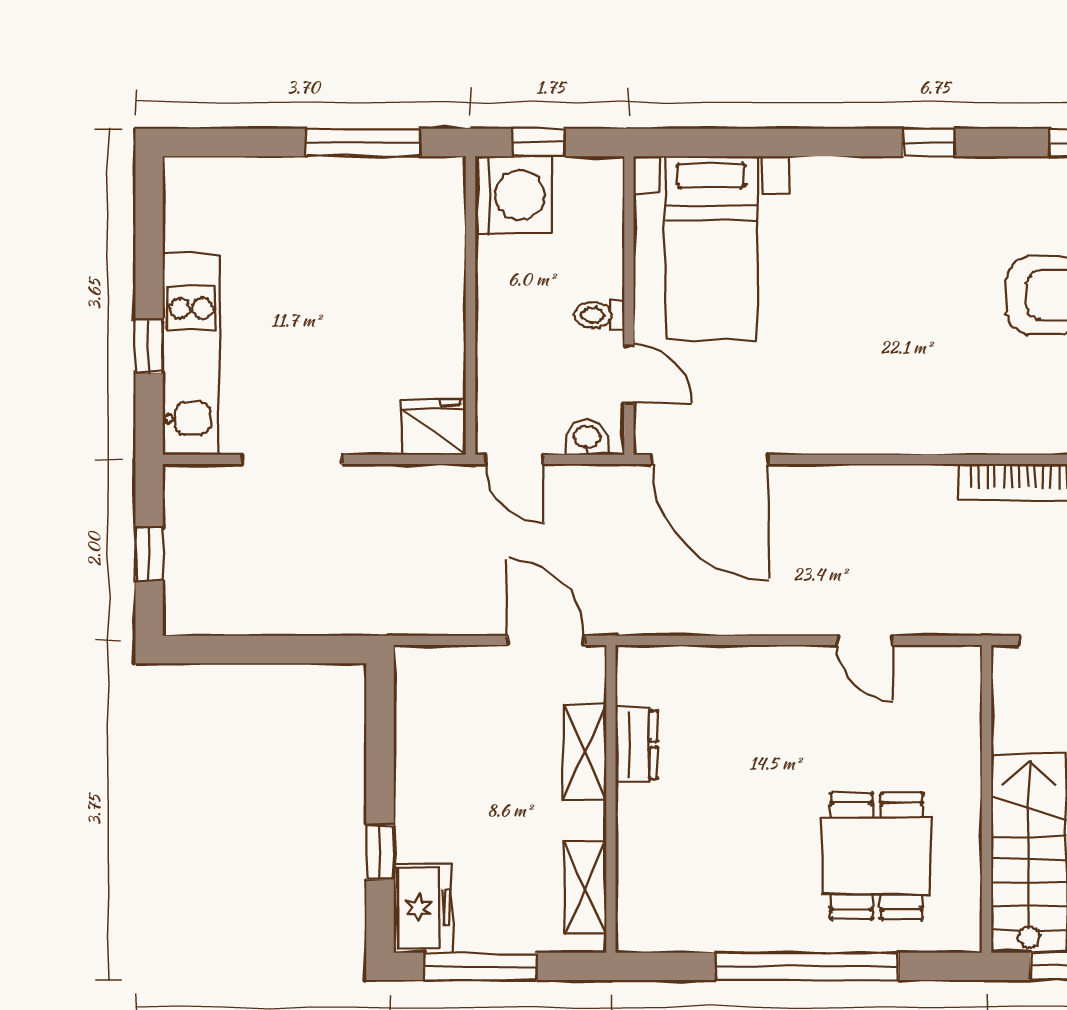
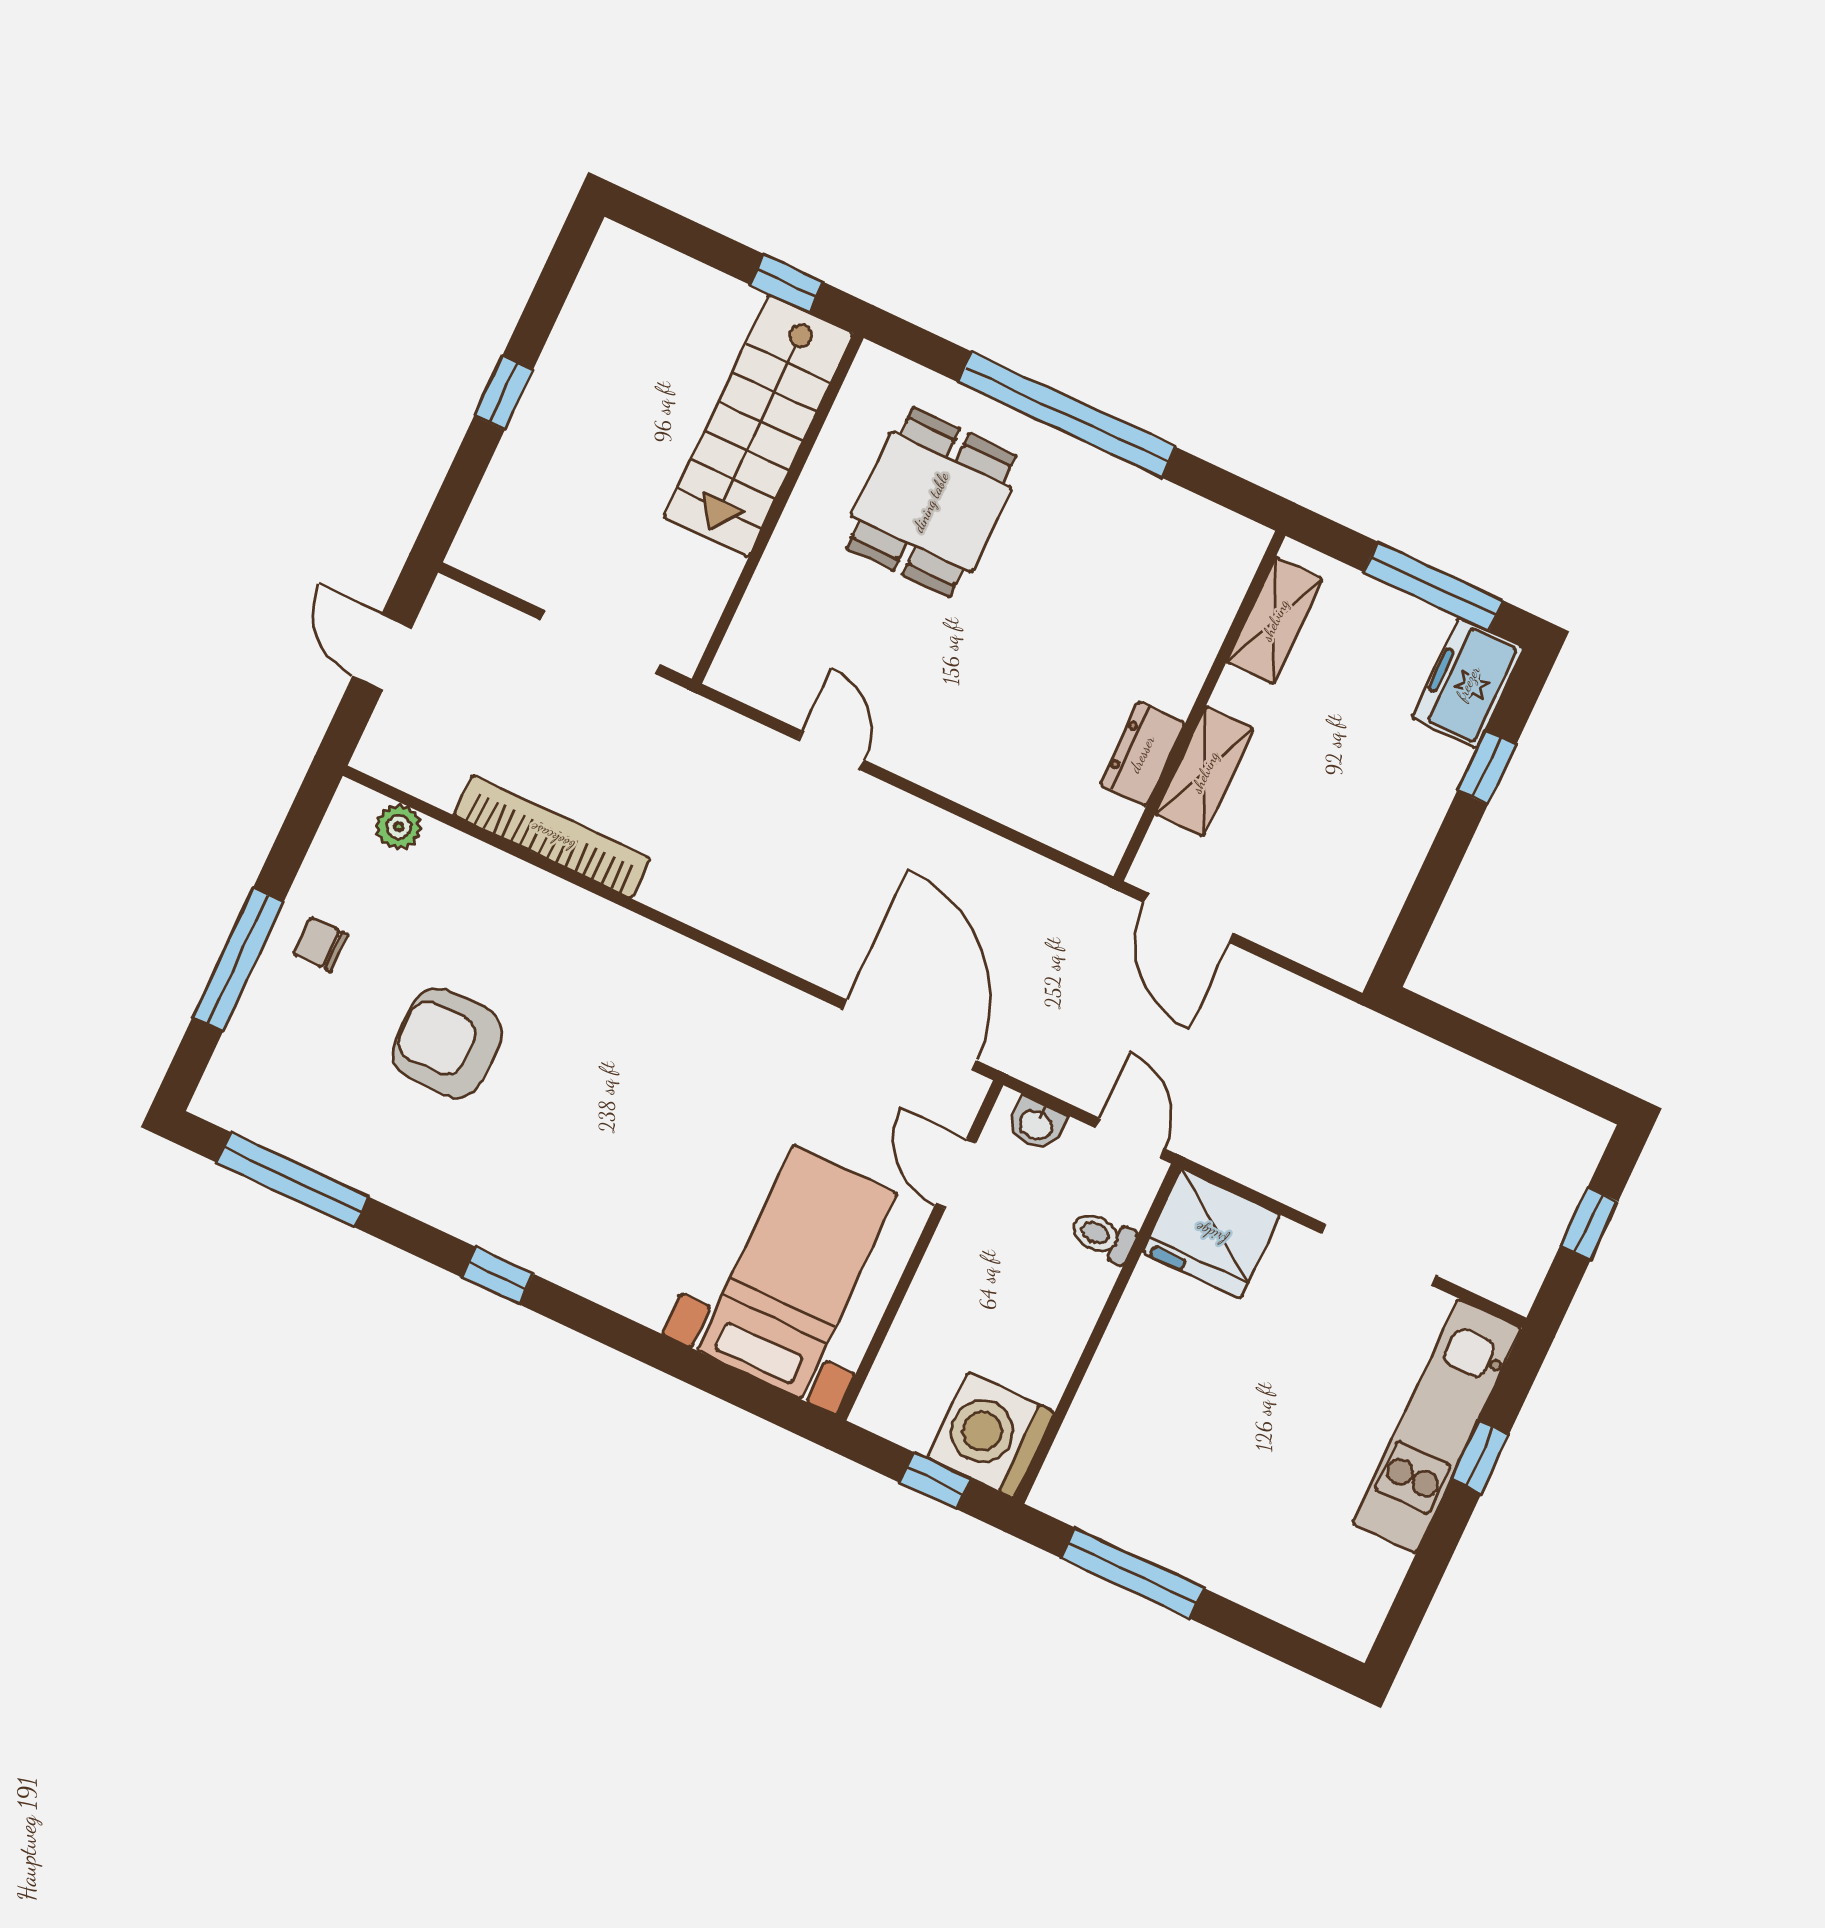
toilet: (599, 315) -> (1103, 1236), moved, turned 180
fridge: (434, 427) -> (1211, 1234), width x1.36, depth x1.34

